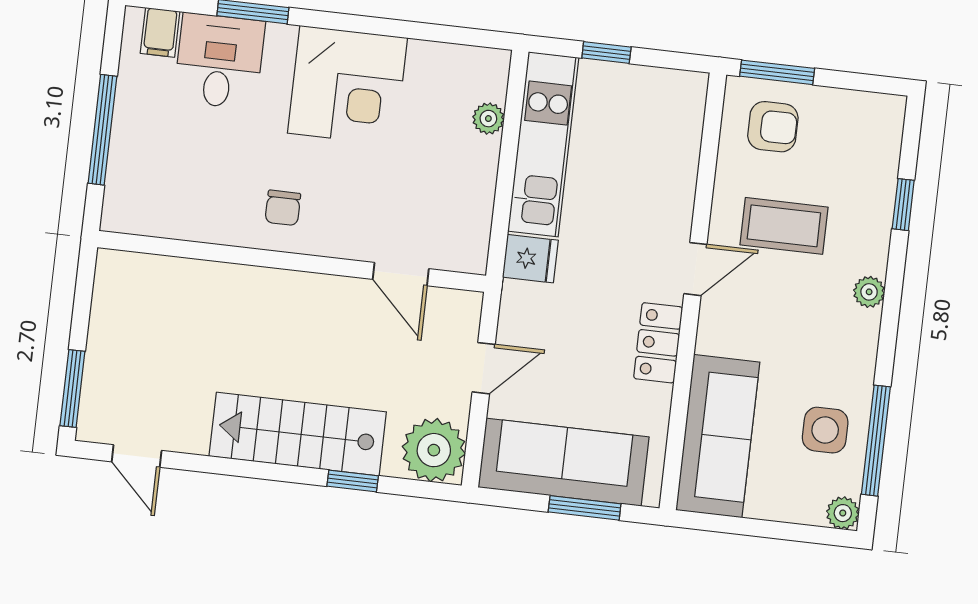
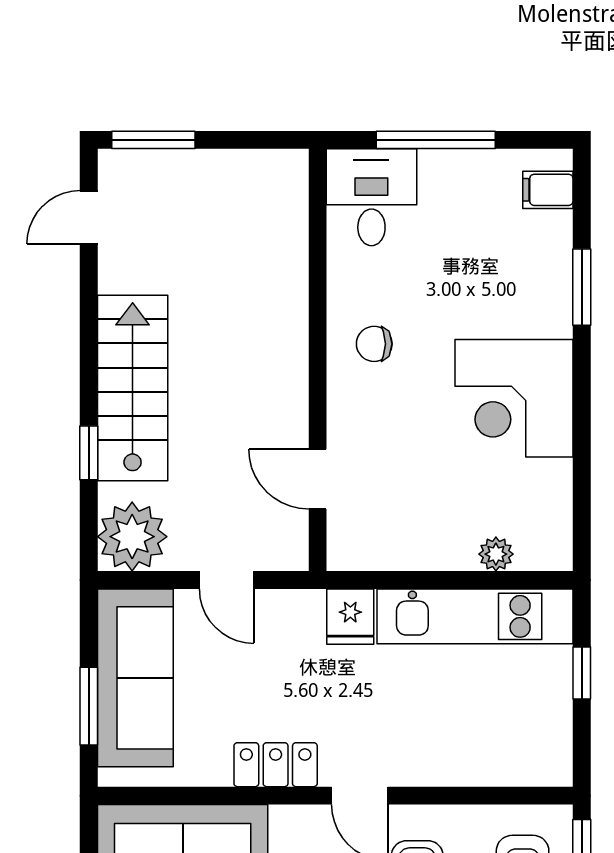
desk: (219, 61) -> (371, 197), moved, turned -90
door: (401, 274) -> (318, 479), hinge flipped

